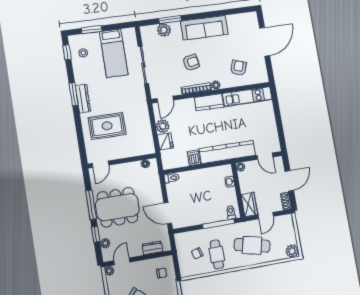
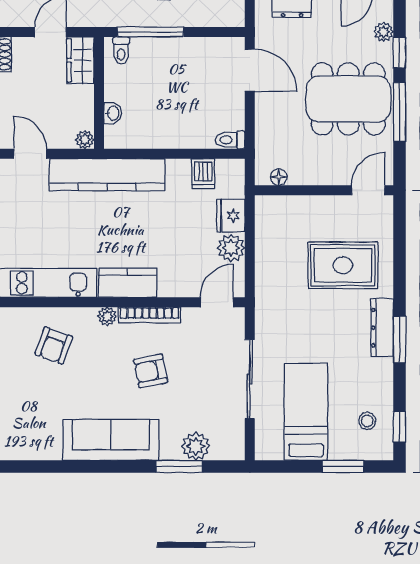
dishwasher: (194, 158) -> (203, 174), moved

